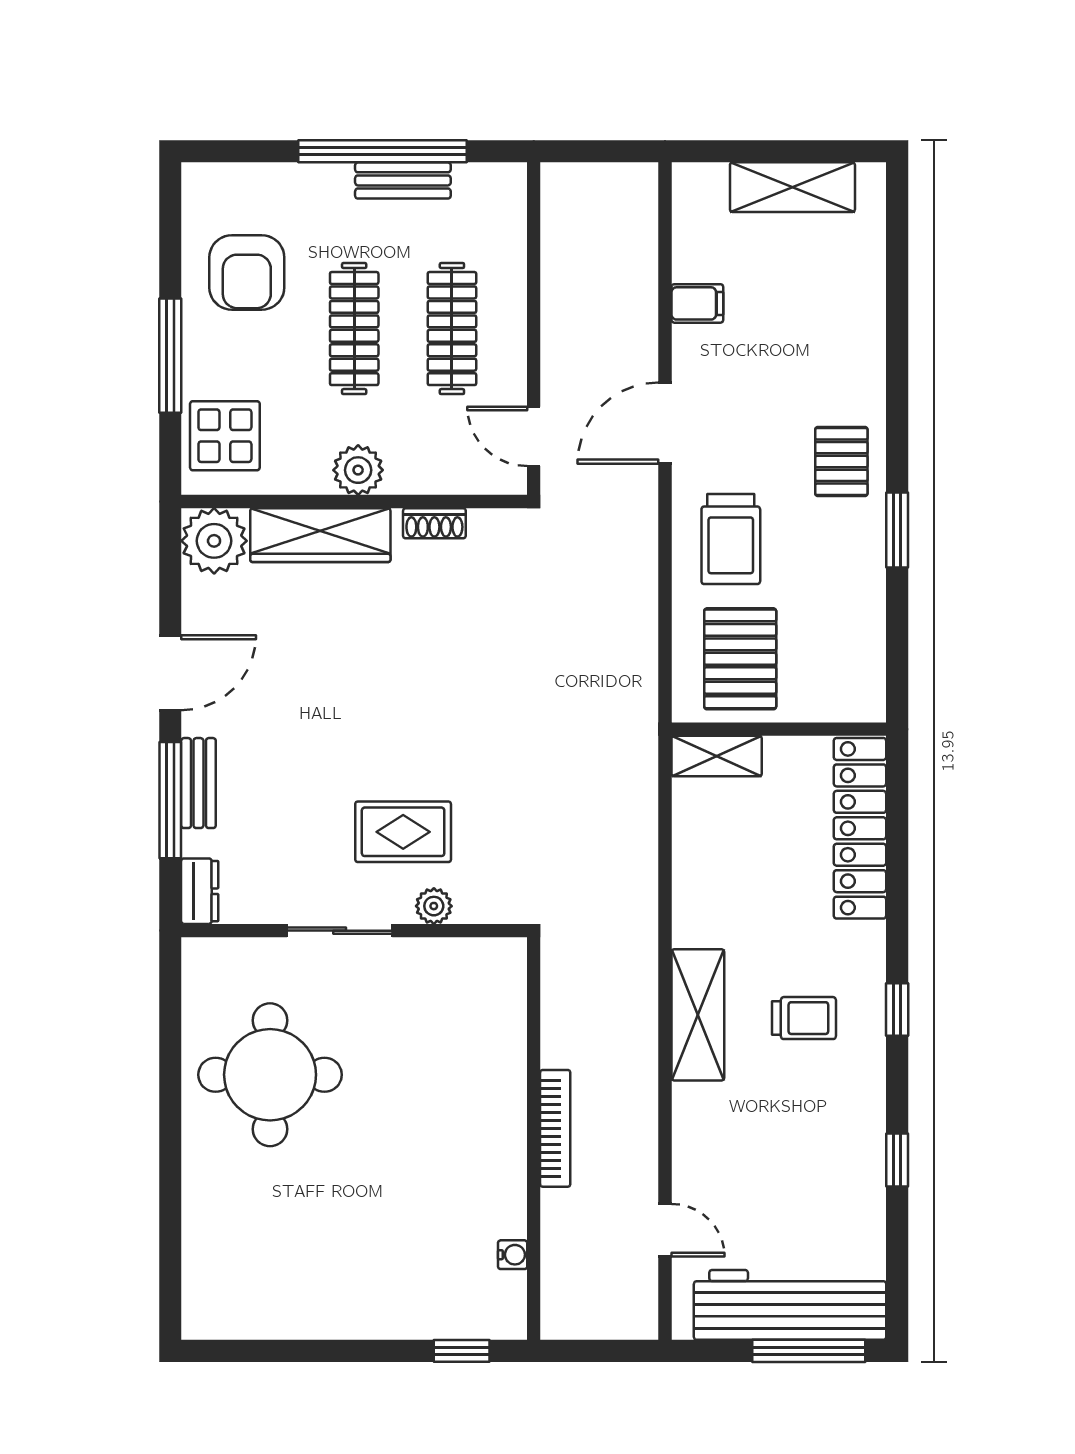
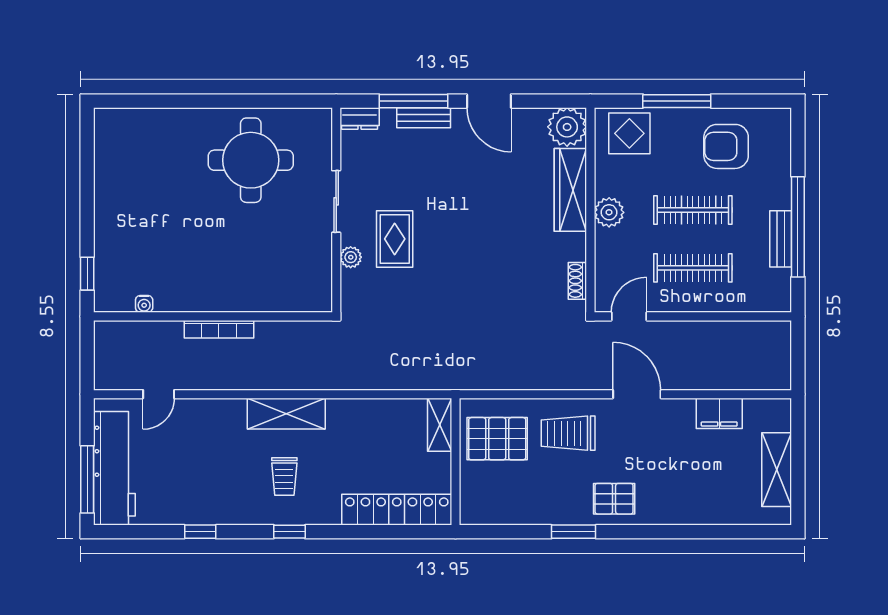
filing cabinet: (697, 303) -> (719, 413), width x2.00
shoe rack: (434, 523) -> (577, 281), moved

